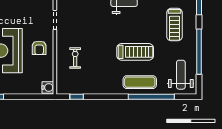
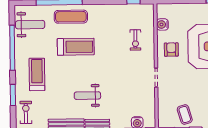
treadmill: (135, 52) -> (76, 47), turned 180
weight bench: (181, 75) -> (30, 25), turned -90
water cooler: (48, 87) -> (162, 24), moved

